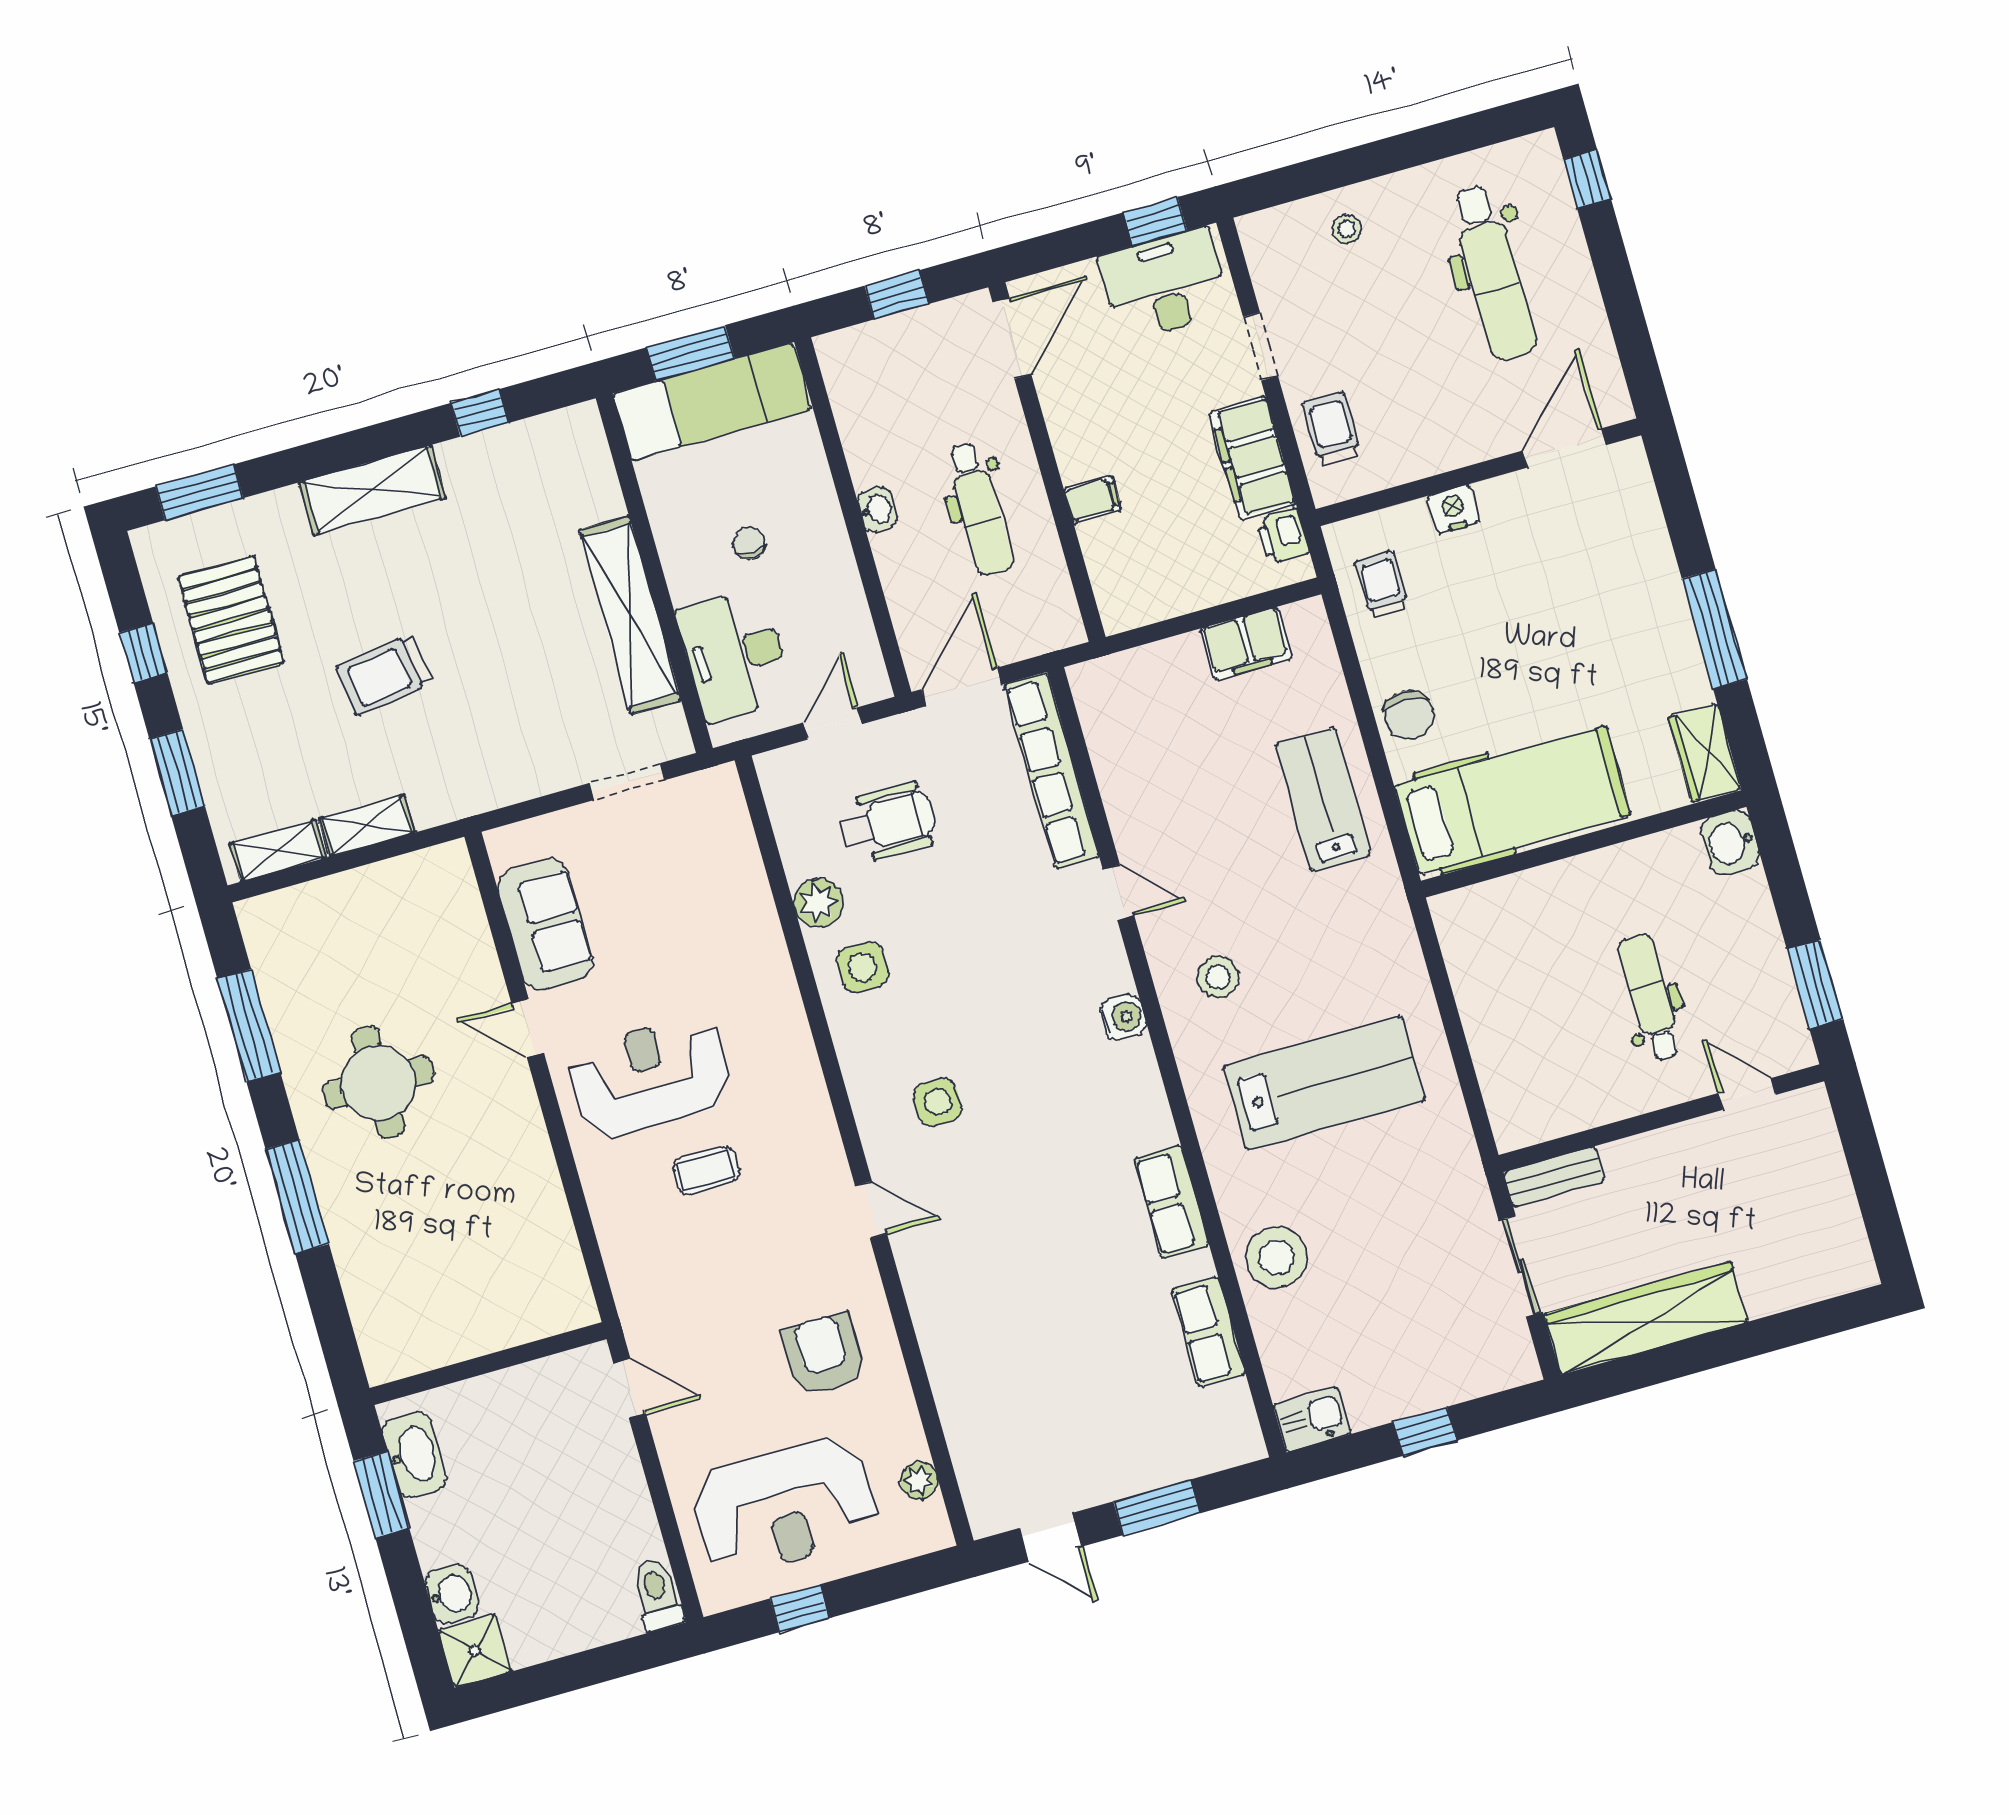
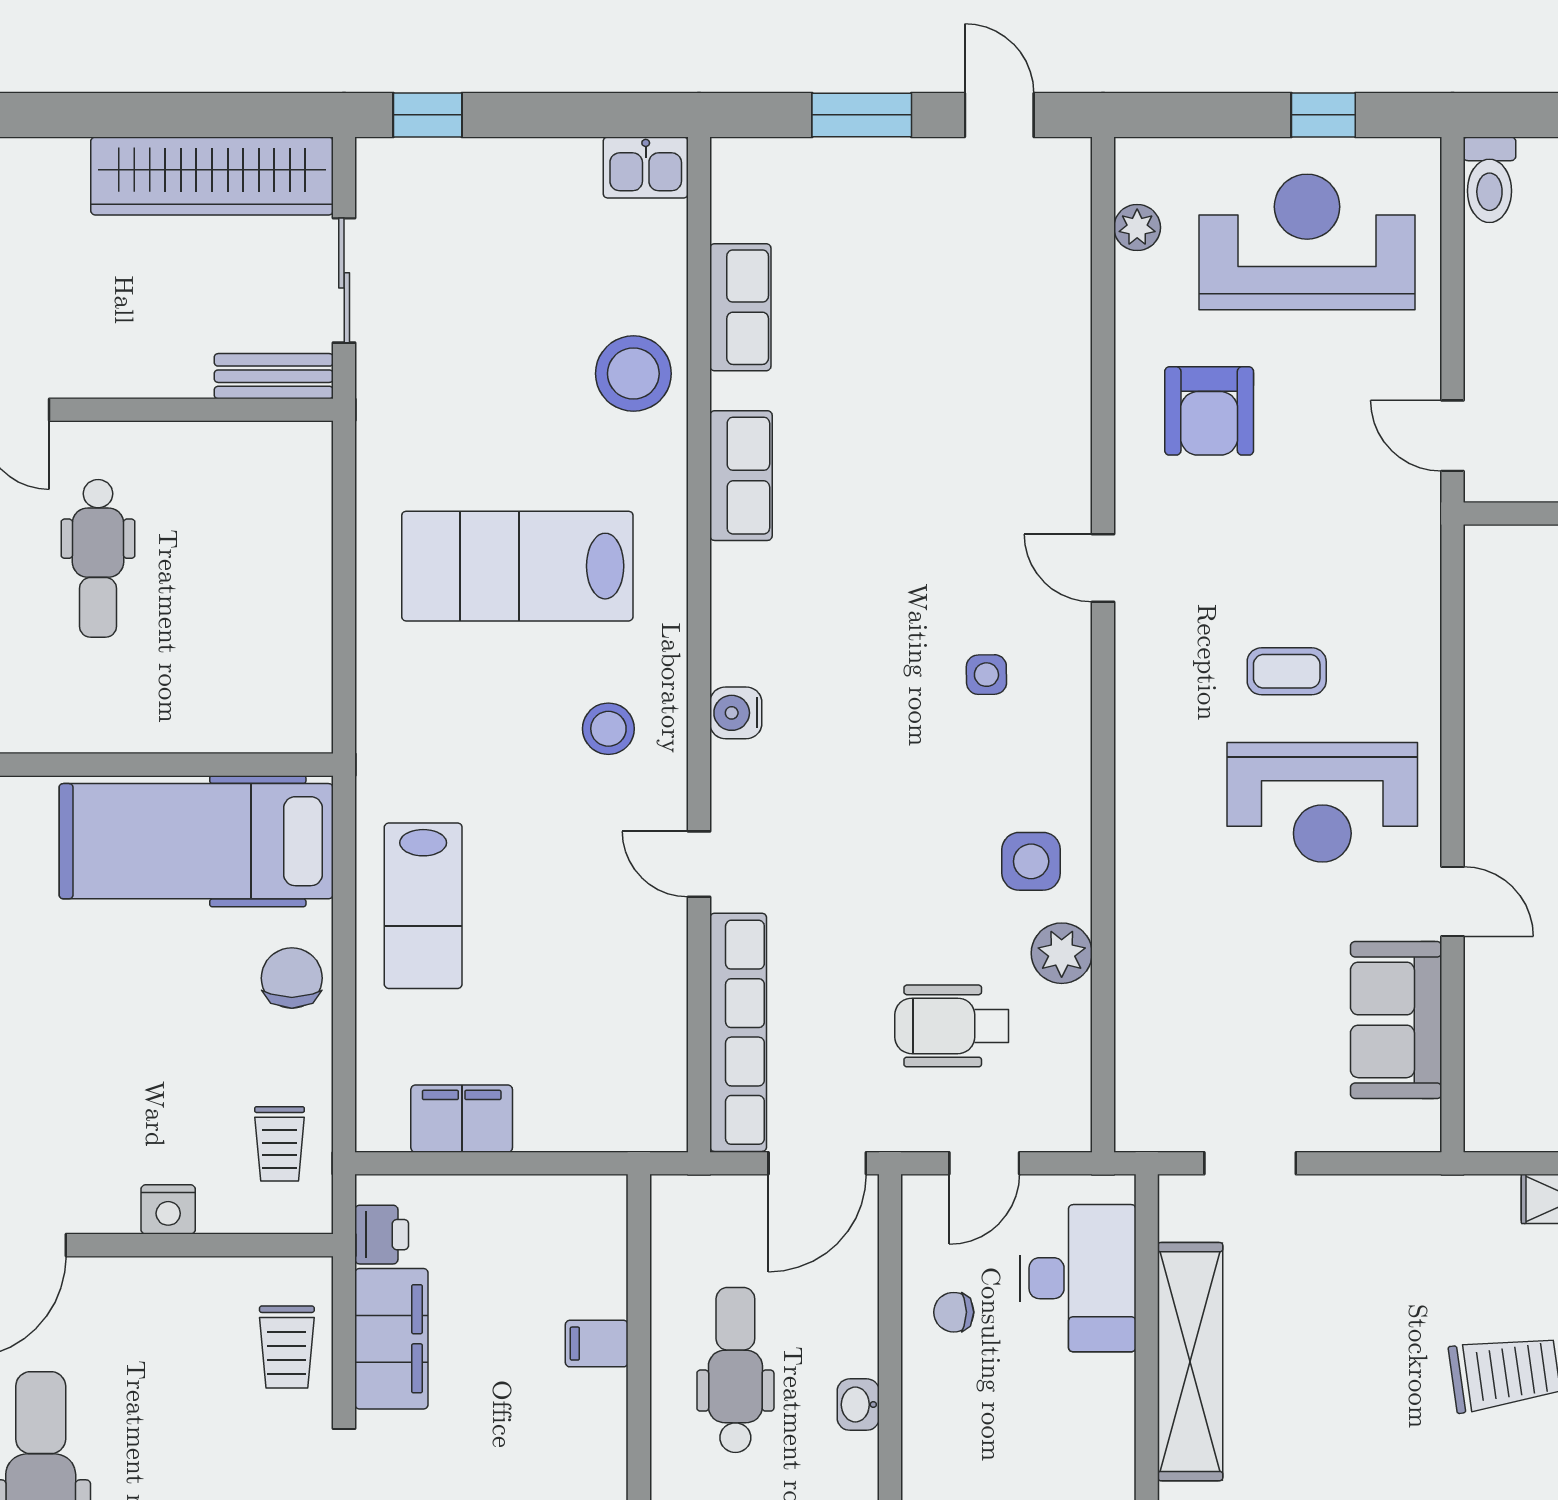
chair: (749, 543) -> (954, 1312), moved, turned 90
side table: (938, 1102) -> (986, 675), width x0.73, depth x0.73
window: (1425, 1431) -> (428, 115), moved

